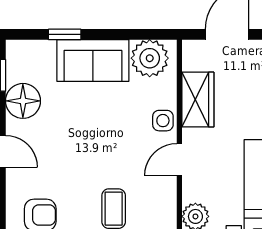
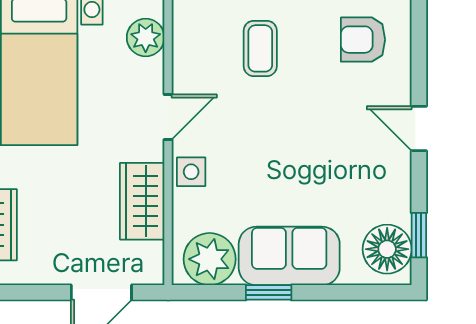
window: (65, 34) -> (269, 292), moved
floor lamp: (23, 101) -> (387, 249), moved

